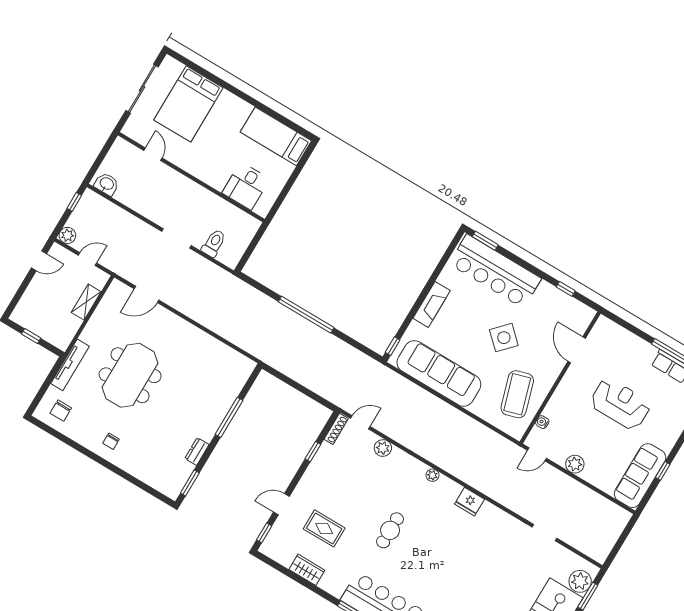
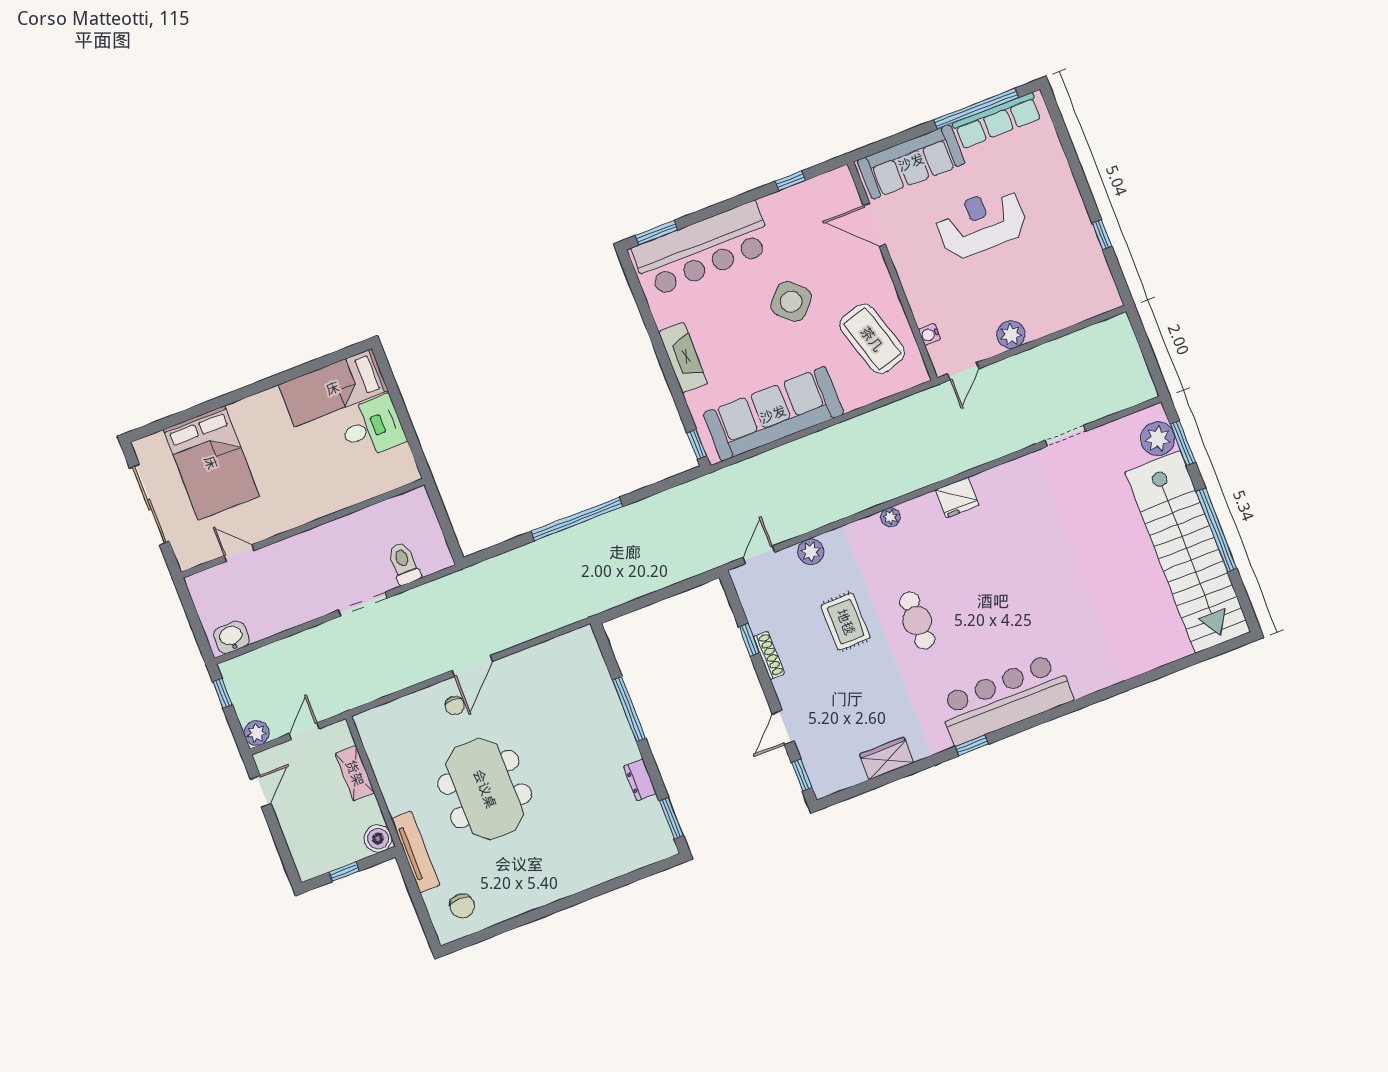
desk: (246, 186) -> (372, 427), moved, turned -90
door: (146, 294) -> (472, 666), moved
boiler: (62, 340) -> (378, 839), added
shoe rack: (336, 429) -> (769, 655), moved
chair: (111, 441) -> (455, 706), moved
sofa: (640, 476) -> (911, 162), moved, turned -90
rug: (324, 528) -> (846, 622), moved, turned 90

